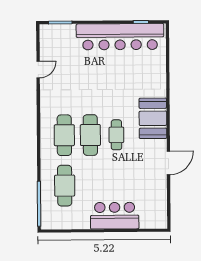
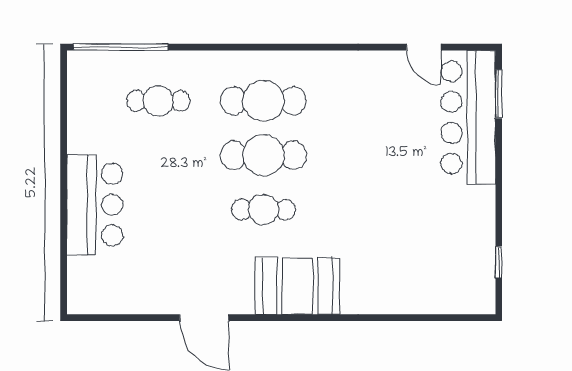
bar counter: (120, 37) -> (468, 117), moved, width x0.73
door: (38, 69) -> (424, 47), moved
cafe table: (65, 186) -> (158, 101), width x0.73, depth x0.74

